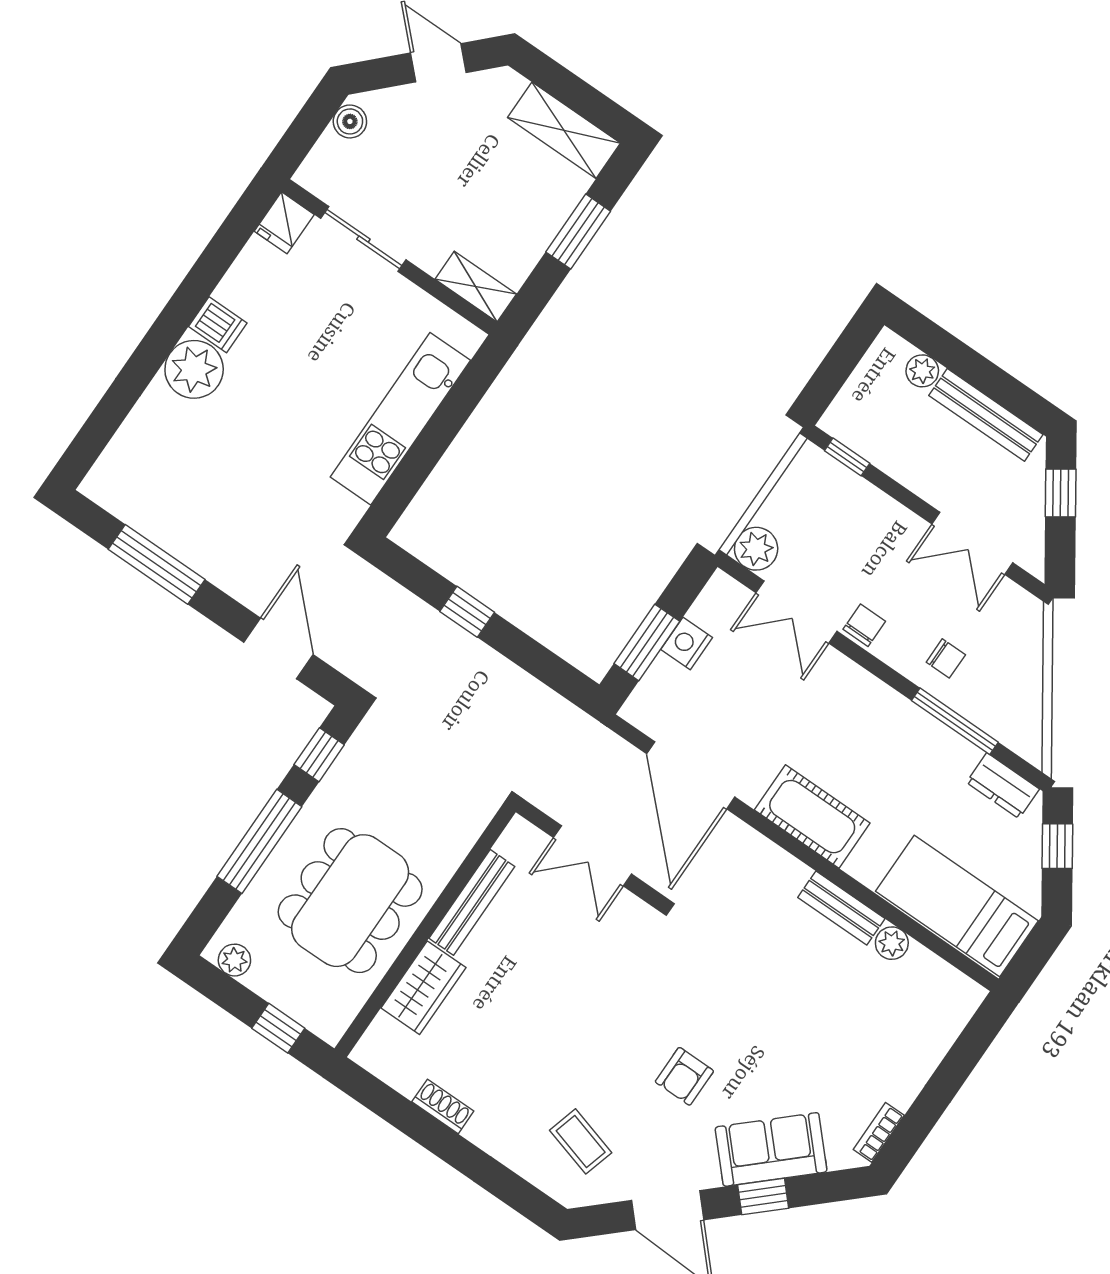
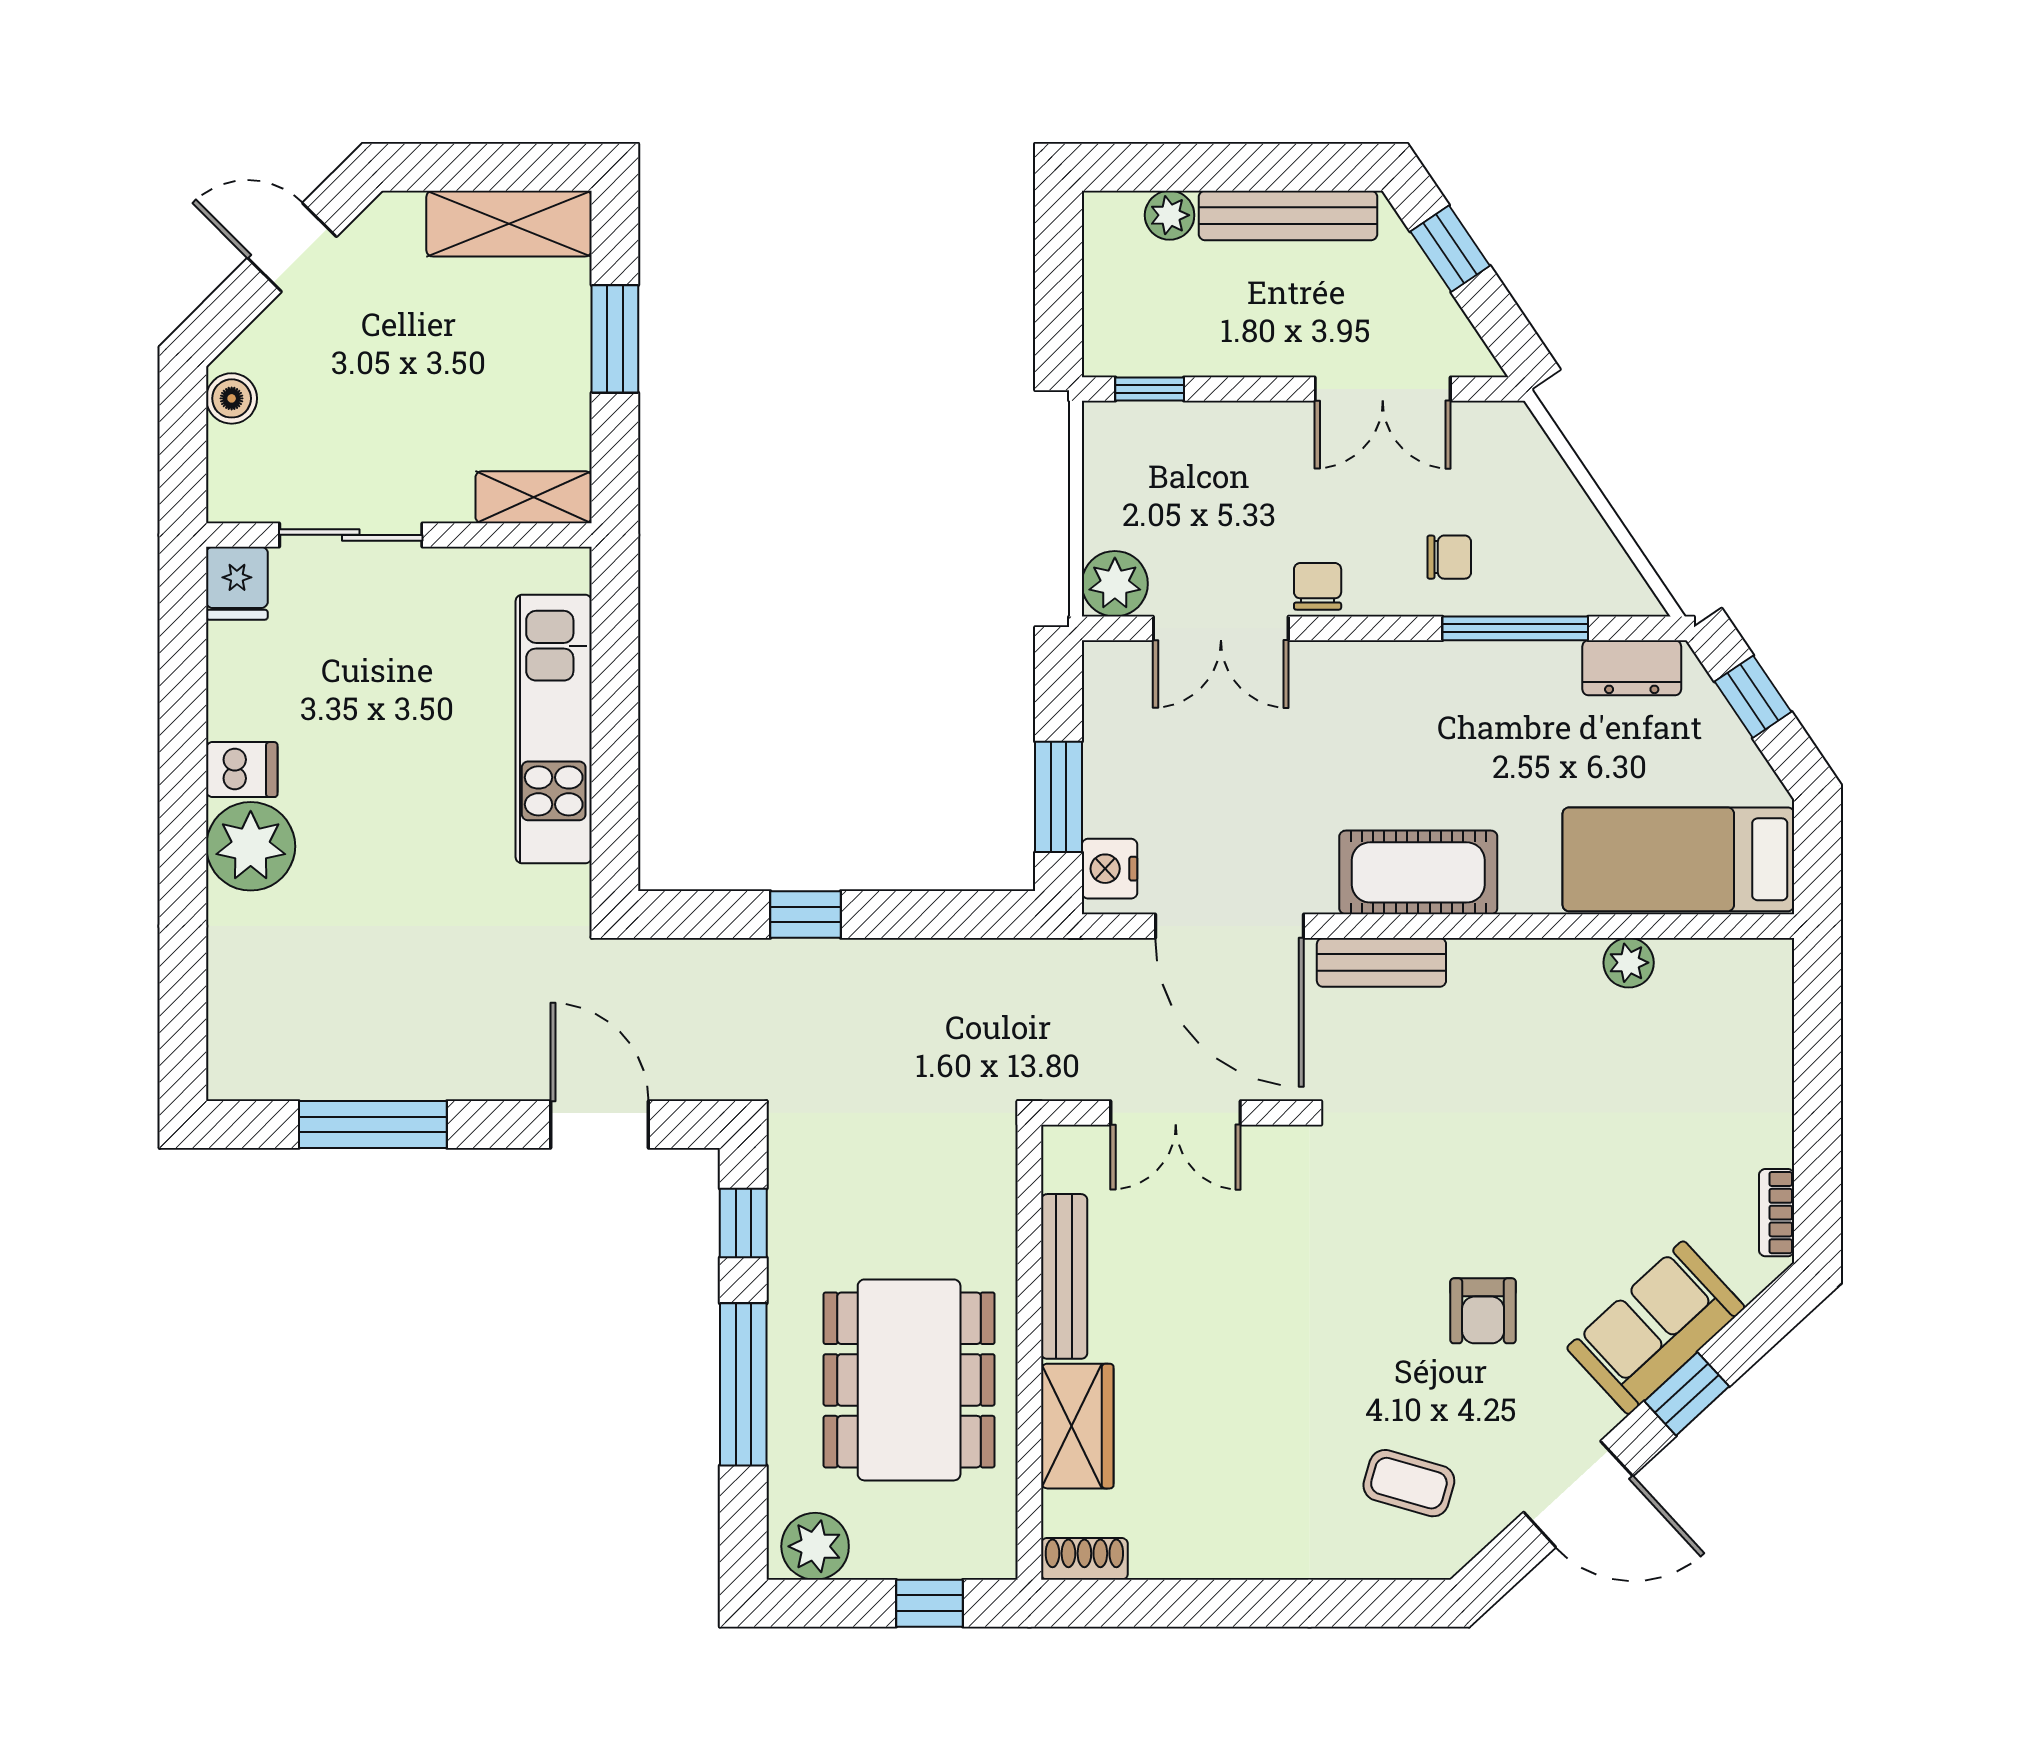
nightstand: (687, 643) -> (1110, 869), moved
bench: (841, 908) -> (1381, 962), moved
plant: (234, 960) -> (815, 1546), width x1.38, depth x1.38
shoe rack: (443, 1106) -> (1084, 1559), moved

